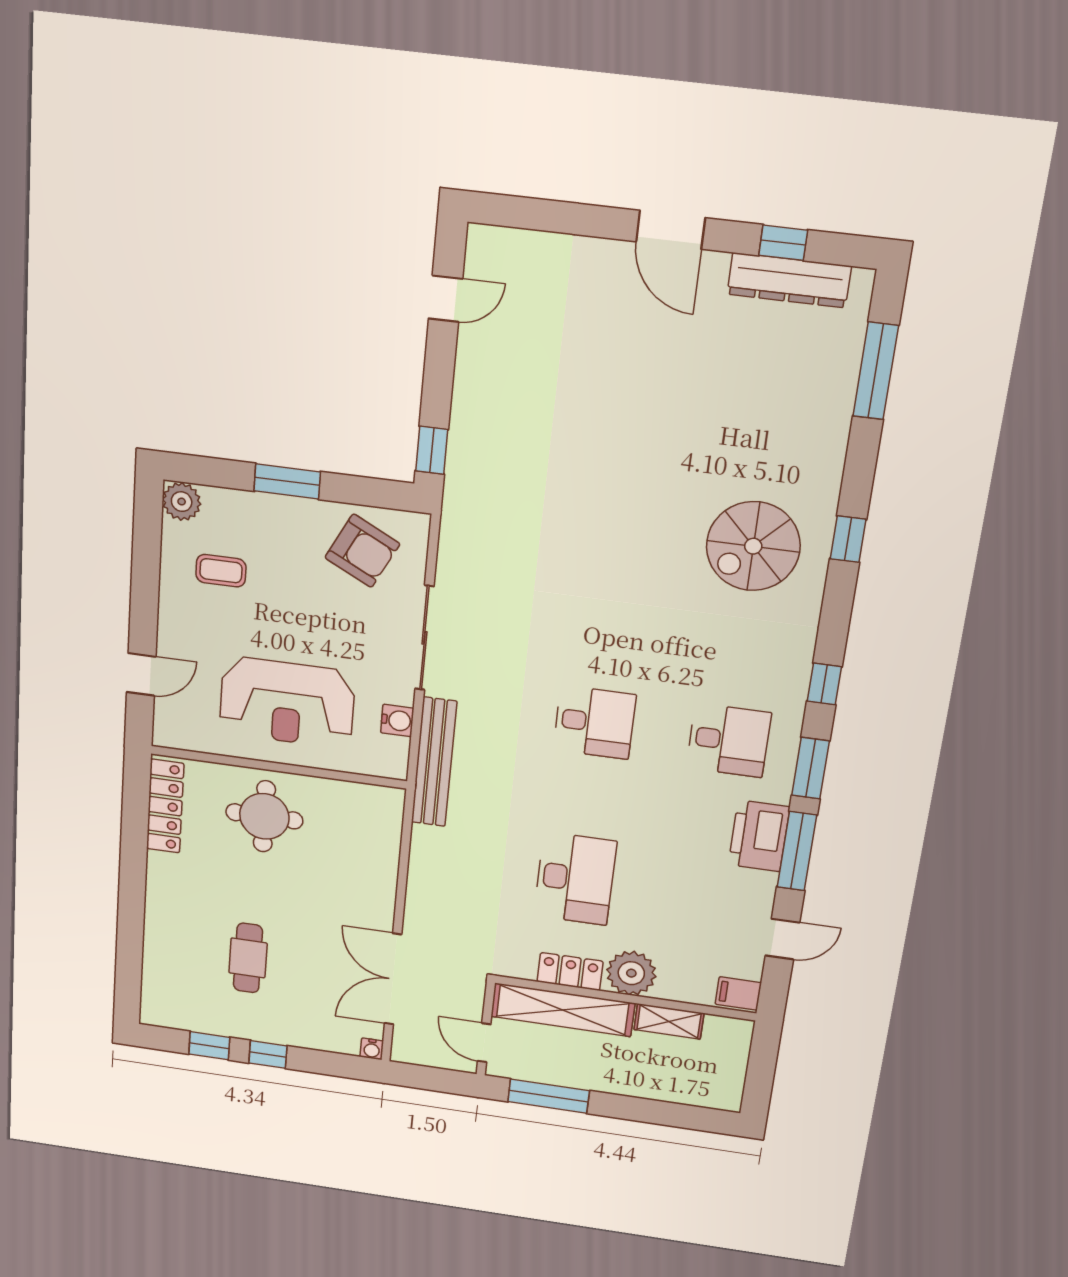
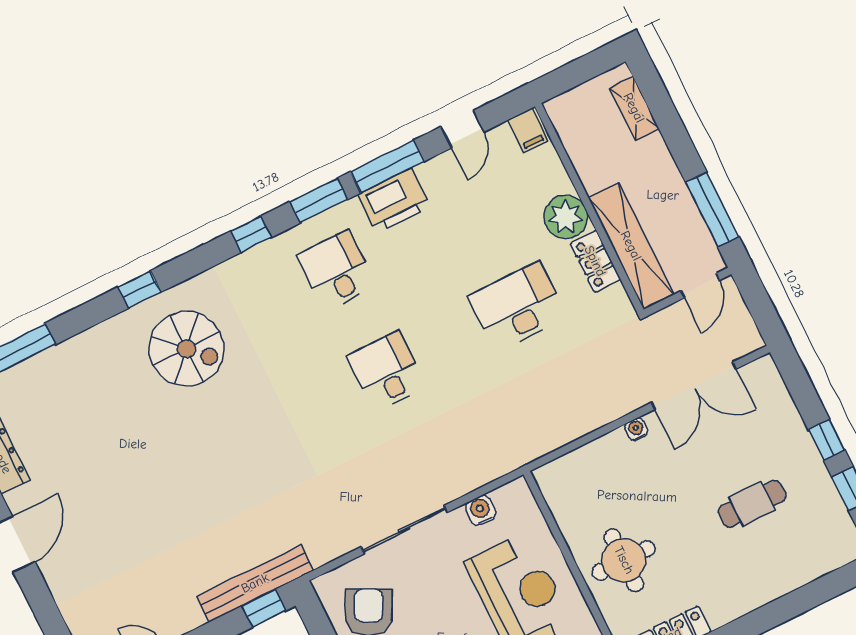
bench: (434, 762) -> (255, 583), moved
door: (782, 939) -> (462, 129), swing flipped
shelving: (669, 1021) -> (634, 108), moved
water cooler: (372, 1049) -> (636, 429), moved, turned -90

